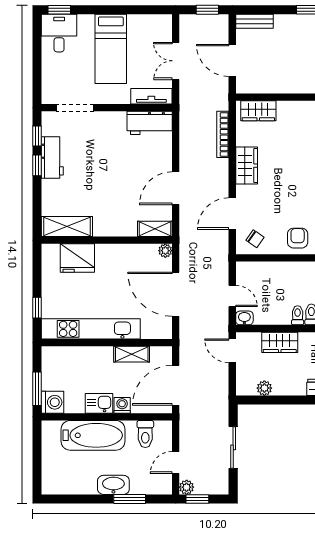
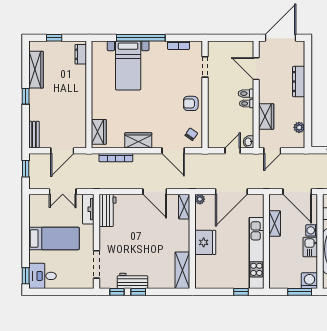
fridge: (77, 258) -> (205, 242), moved

